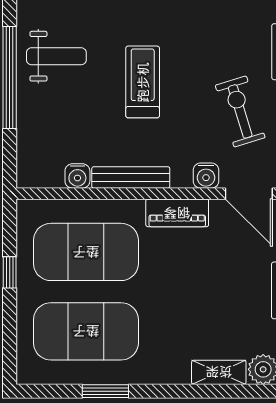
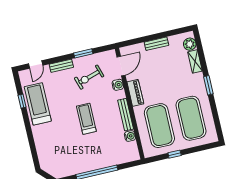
weight bench: (56, 56) -> (84, 156), removed
treadmill: (143, 82) -> (86, 119), turned 90
window: (105, 391) -> (208, 85), moved

